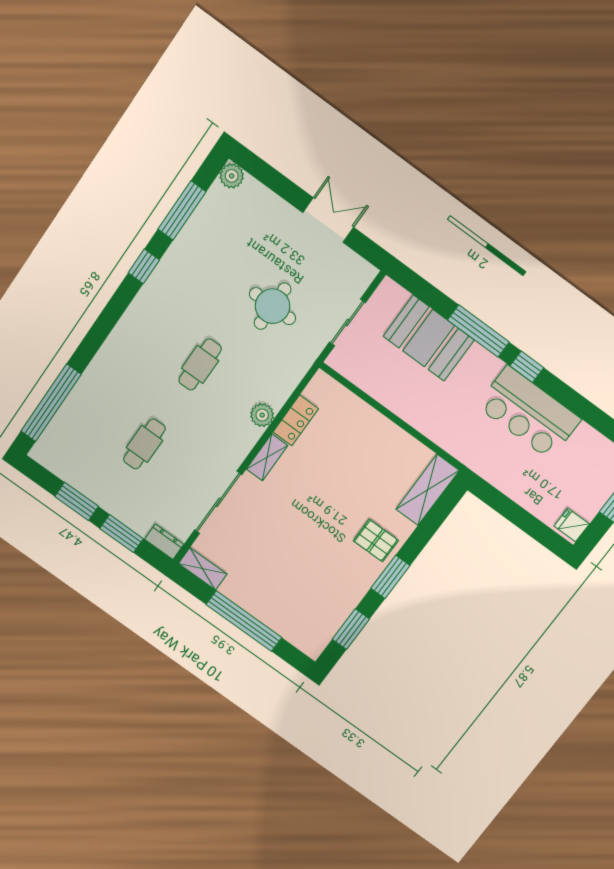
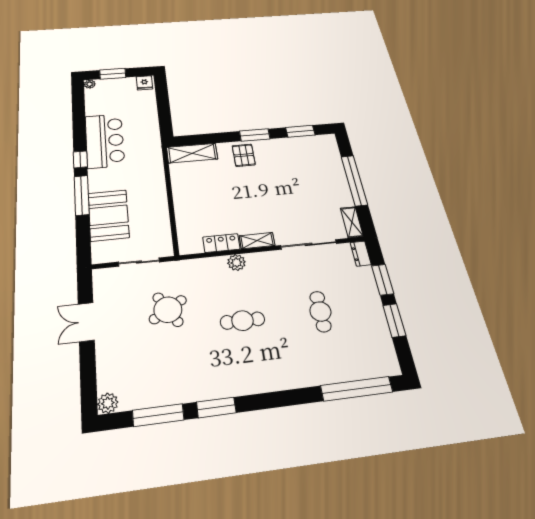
window: (144, 266) -> (216, 407), width x1.50
round table: (273, 306) -> (168, 310), turned -31
cafe table: (144, 444) -> (320, 311), turned 90

